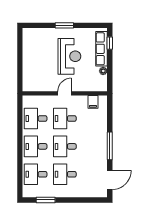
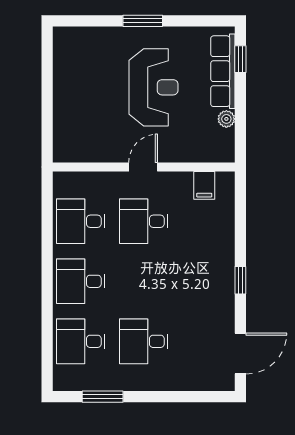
desk: (65, 146) -> (144, 281), removed
window: (110, 146) -> (240, 280), width x0.46

